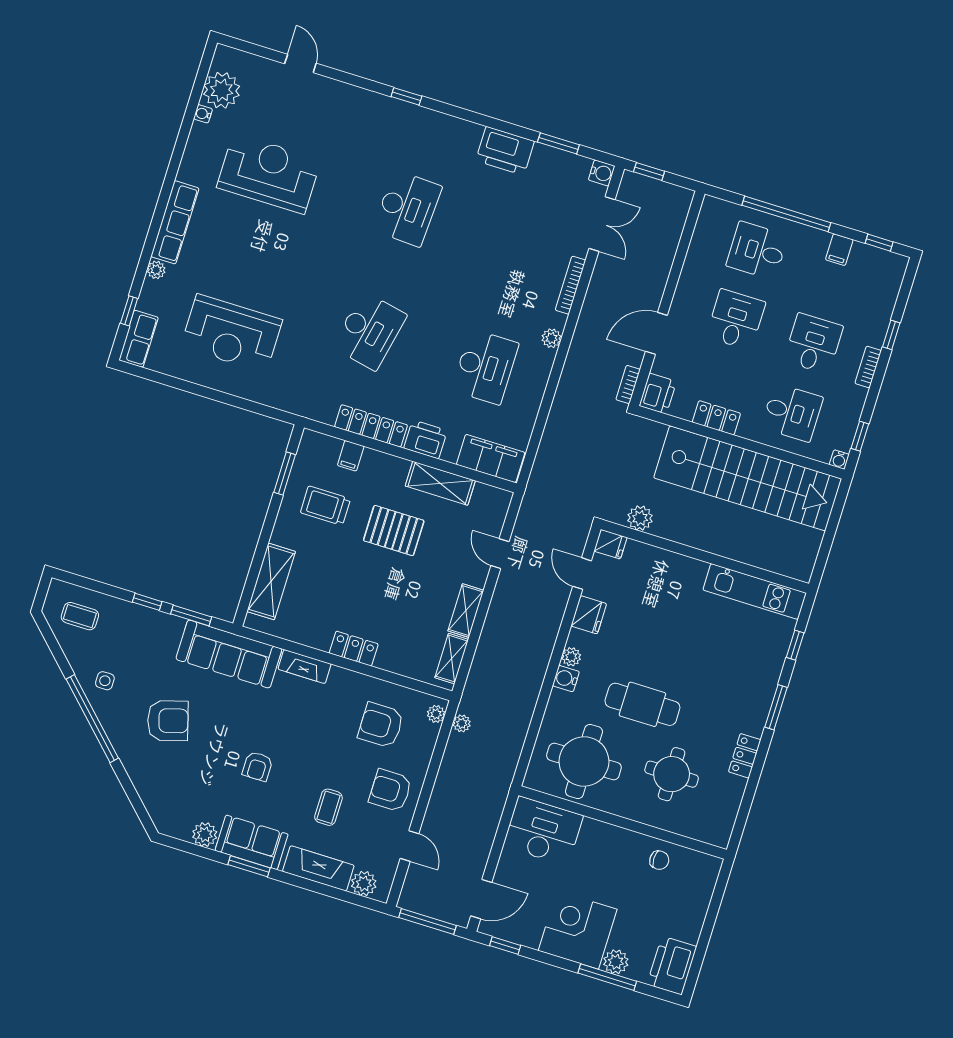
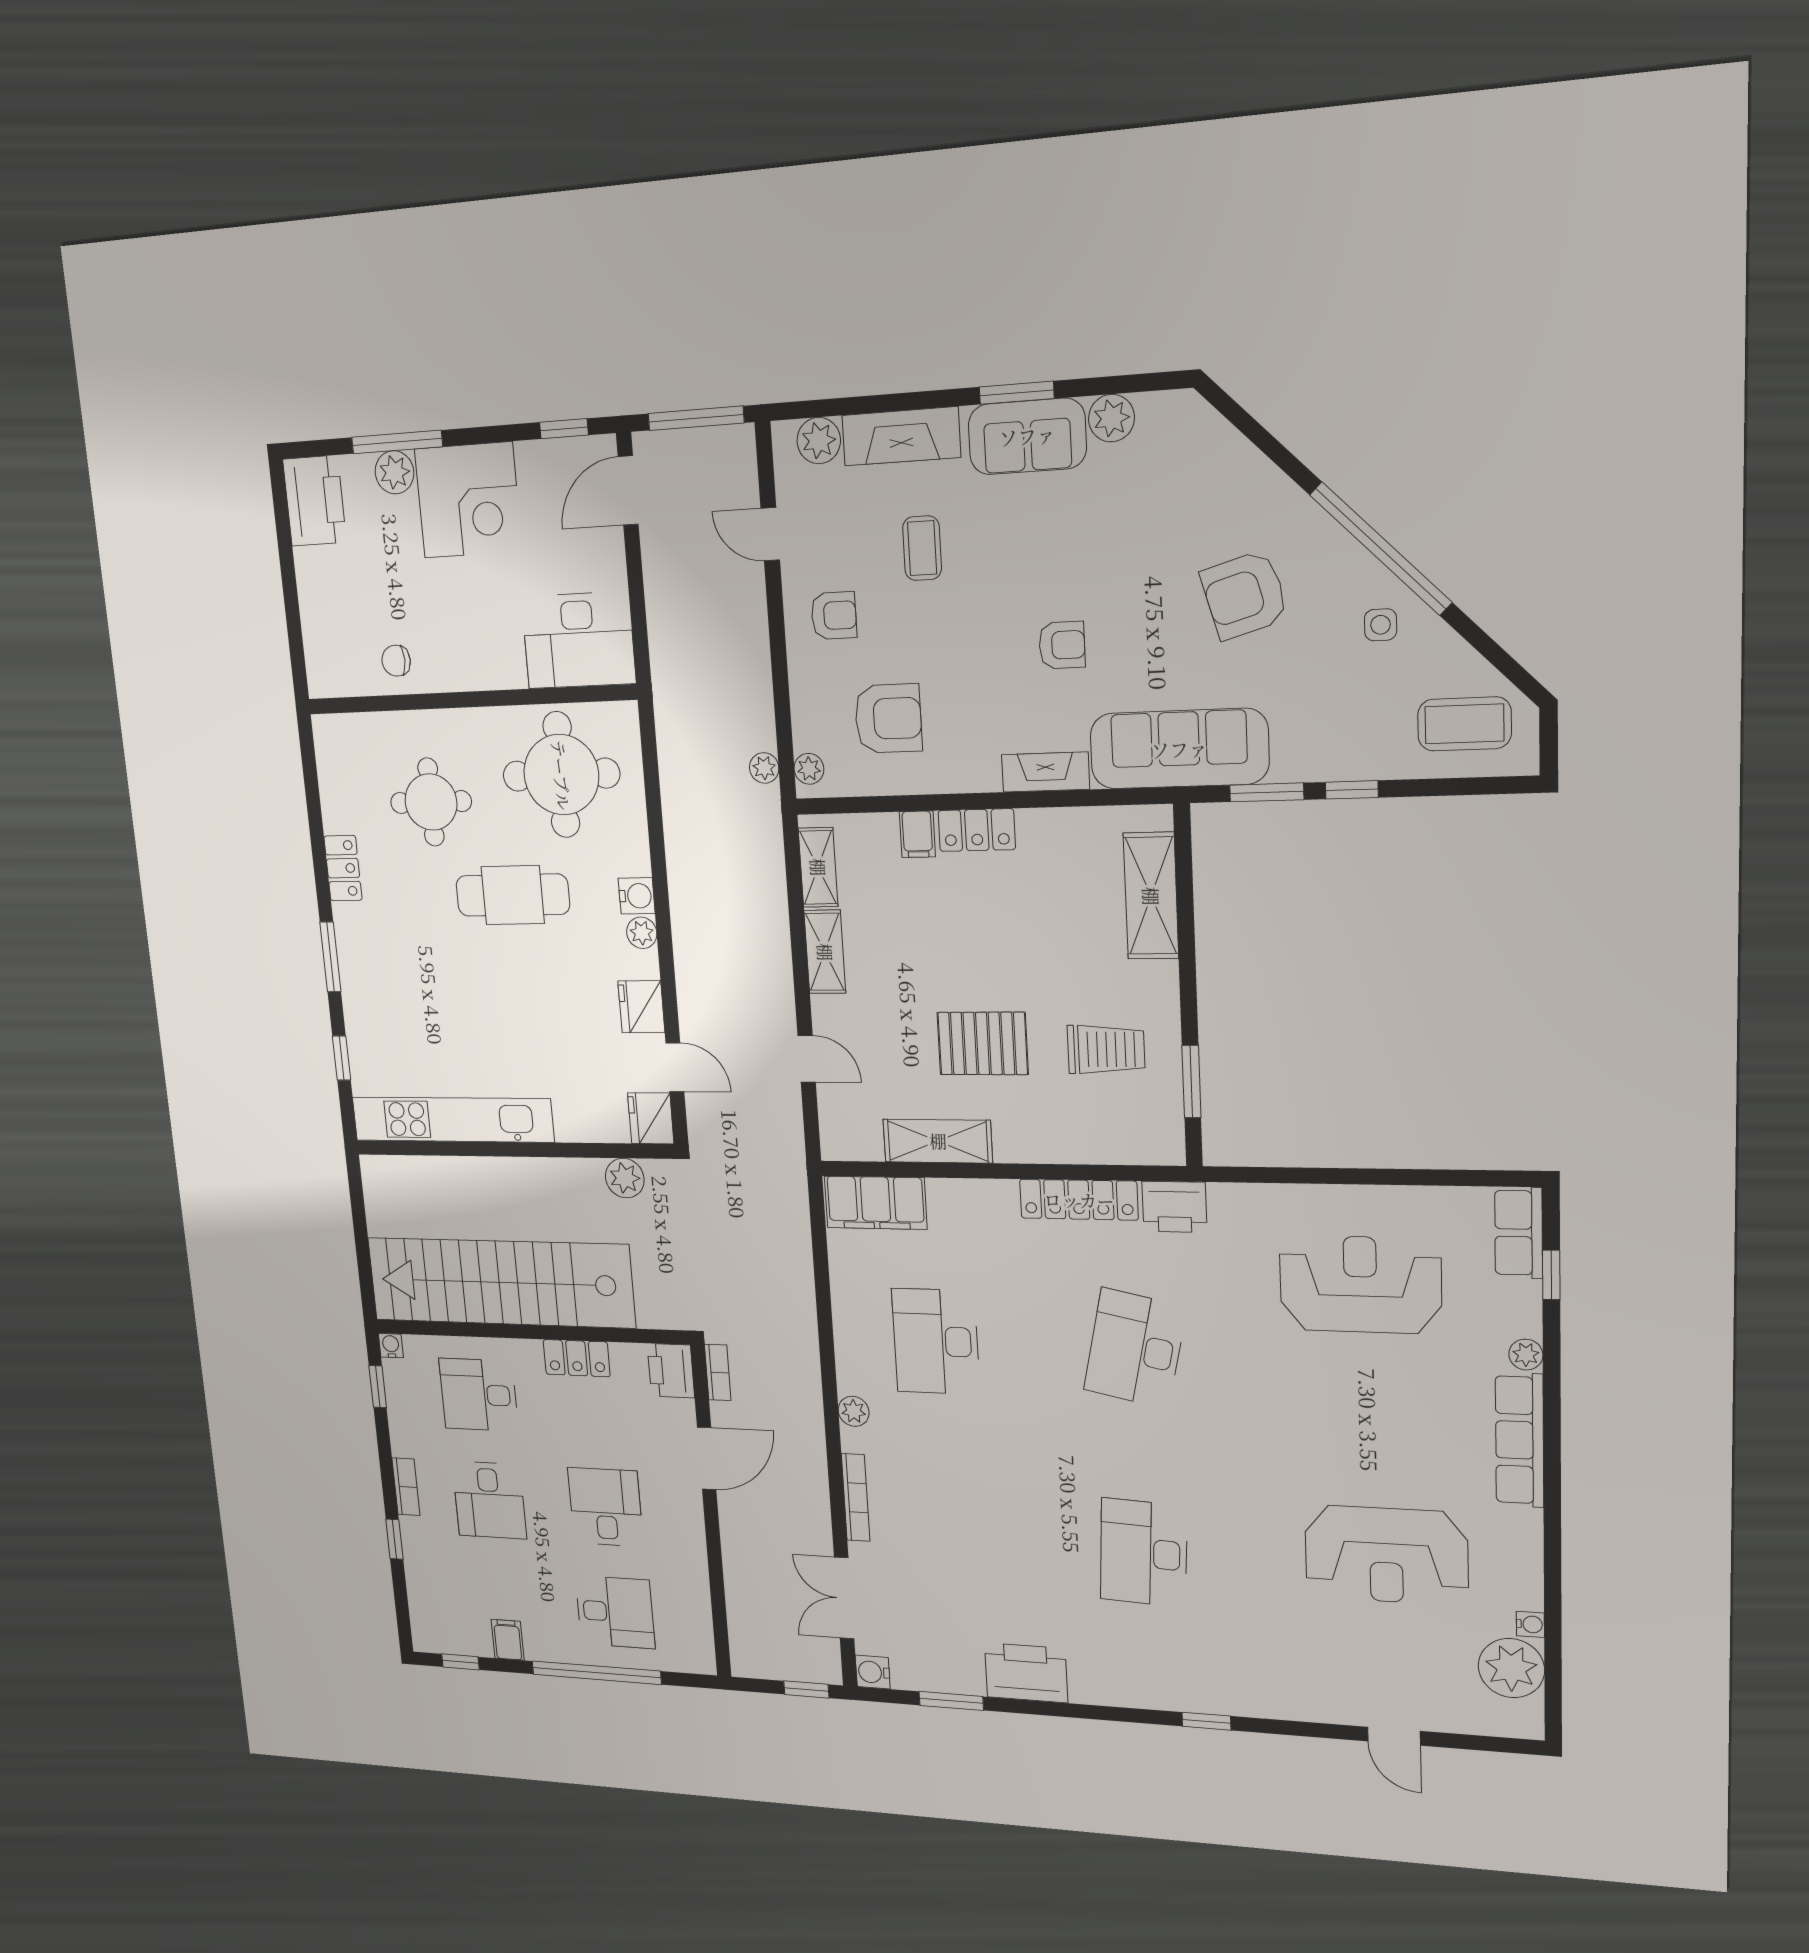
desk: (736, 320) -> (606, 1507), turned 180
printer: (425, 439) -> (1174, 1207), moved
filing cabinet: (351, 456) -> (917, 834), moved, turned 180
fridge: (611, 544) -> (651, 1118), width x1.38
kitchen unit: (755, 591) -> (452, 1120), width x1.36
coffee table: (80, 616) -> (1464, 724), width x1.36, depth x1.30
armchair: (257, 766) -> (1062, 645), moved, turned 90
armchair: (390, 790) -> (834, 616), width x0.72, depth x0.72

